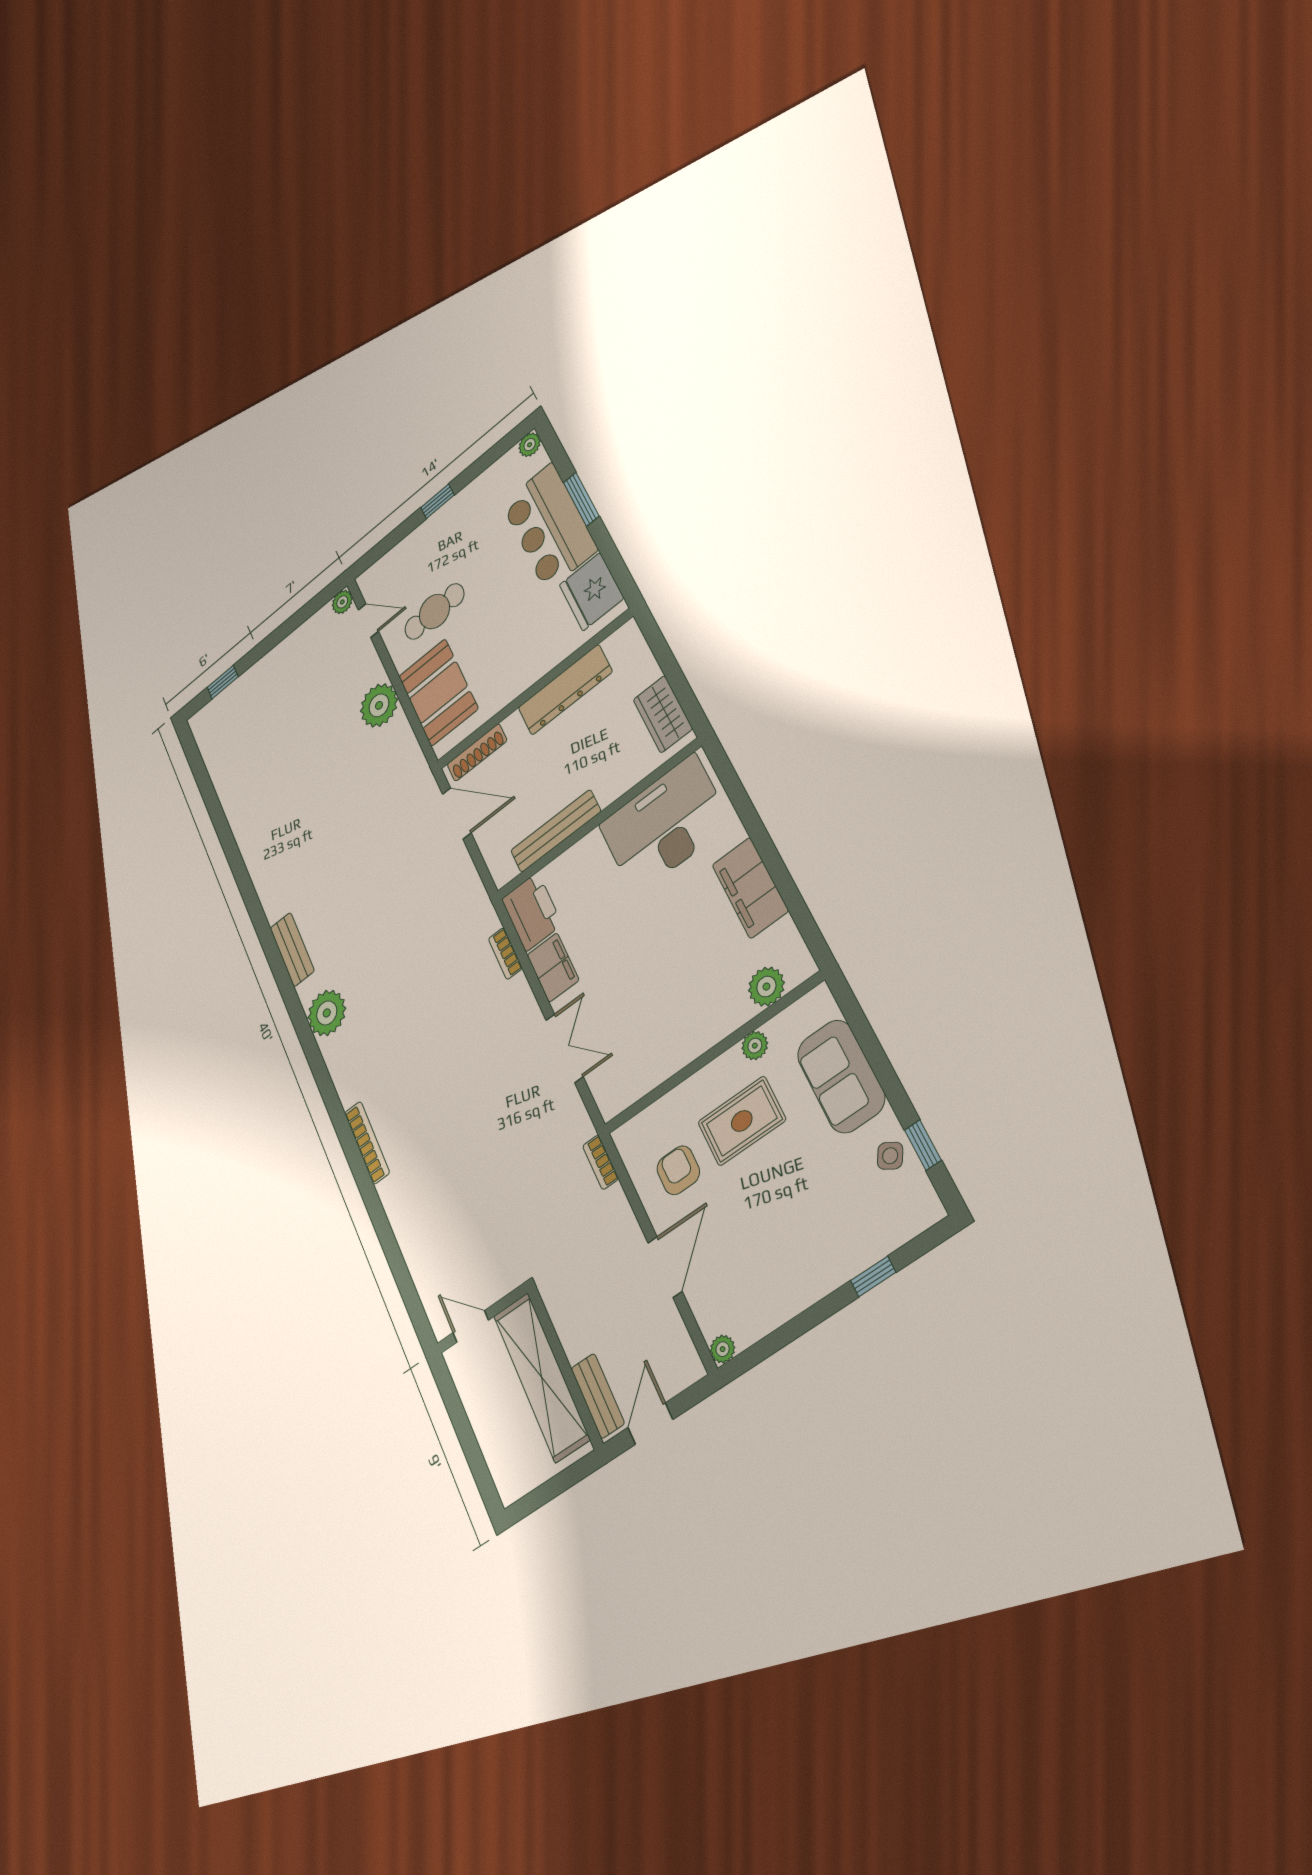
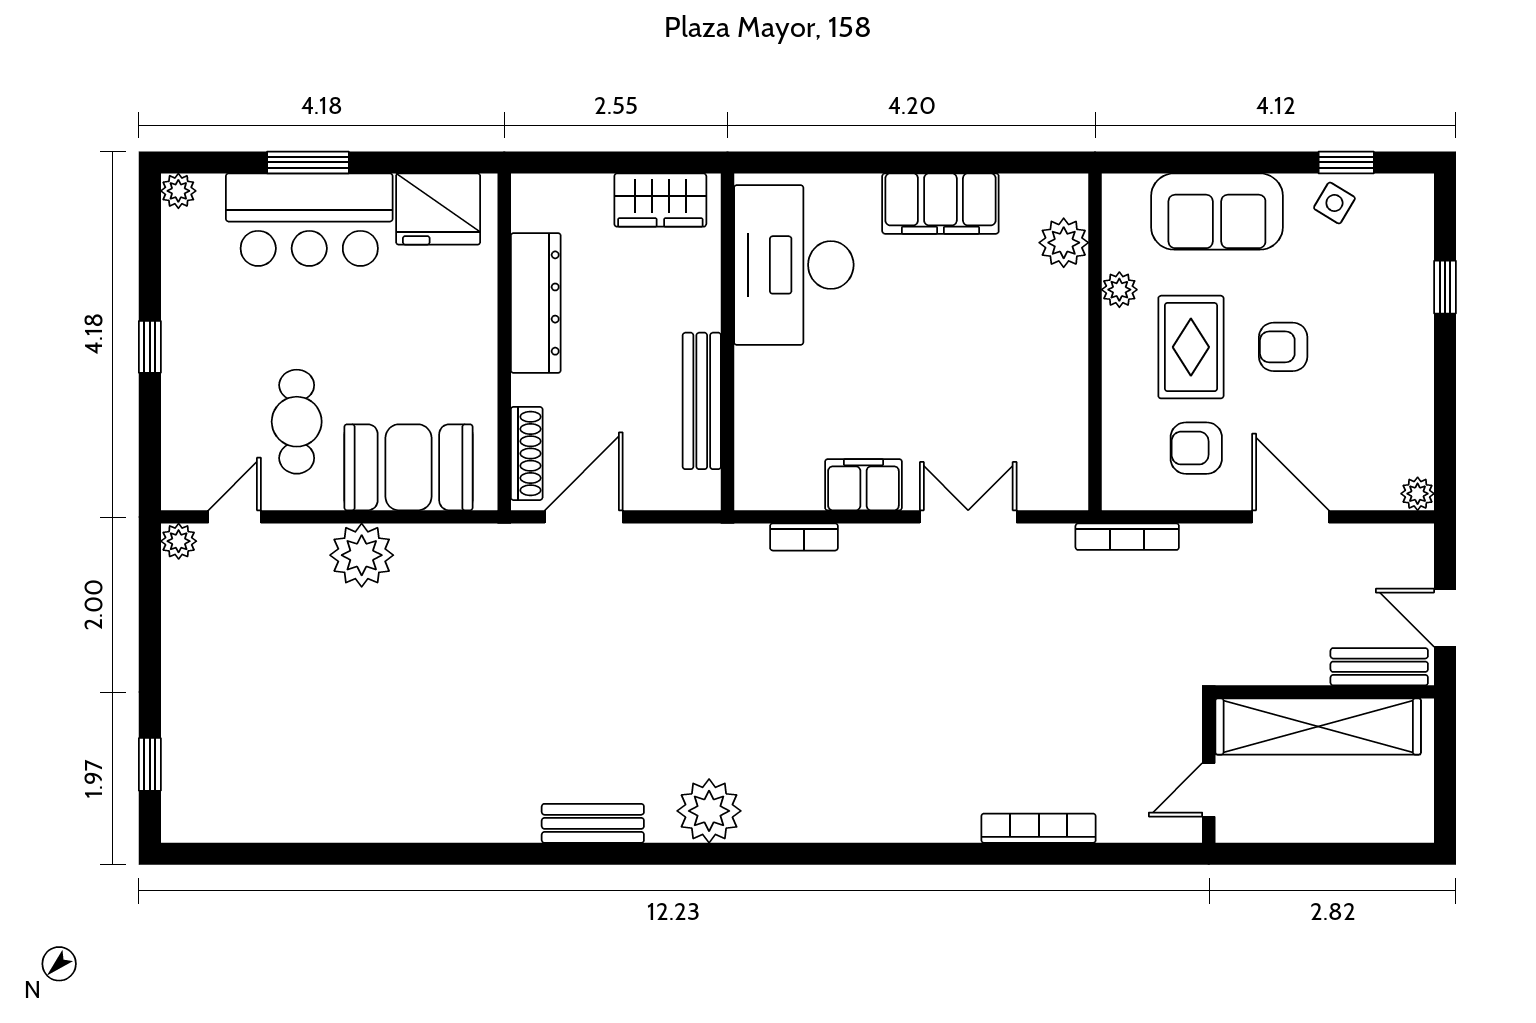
printer: (532, 912) -> (778, 479), removed
bookcase: (367, 1143) -> (1039, 828), moved
bookcase: (601, 1162) -> (1127, 537), width x1.56
armchair: (774, 1186) -> (1283, 347), added

